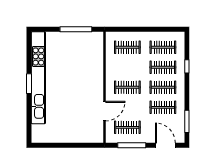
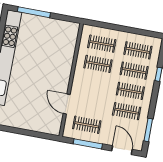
window: (76, 29) -> (34, 12), moved
clothes rail: (127, 87) -> (98, 64), moved
door: (105, 111) -> (67, 104), swing flipped

